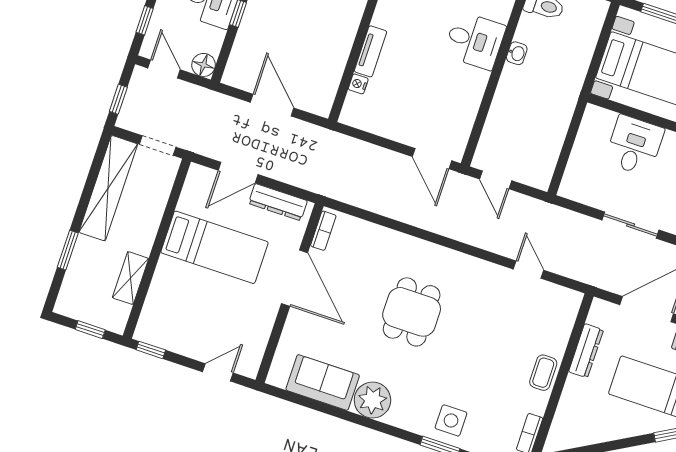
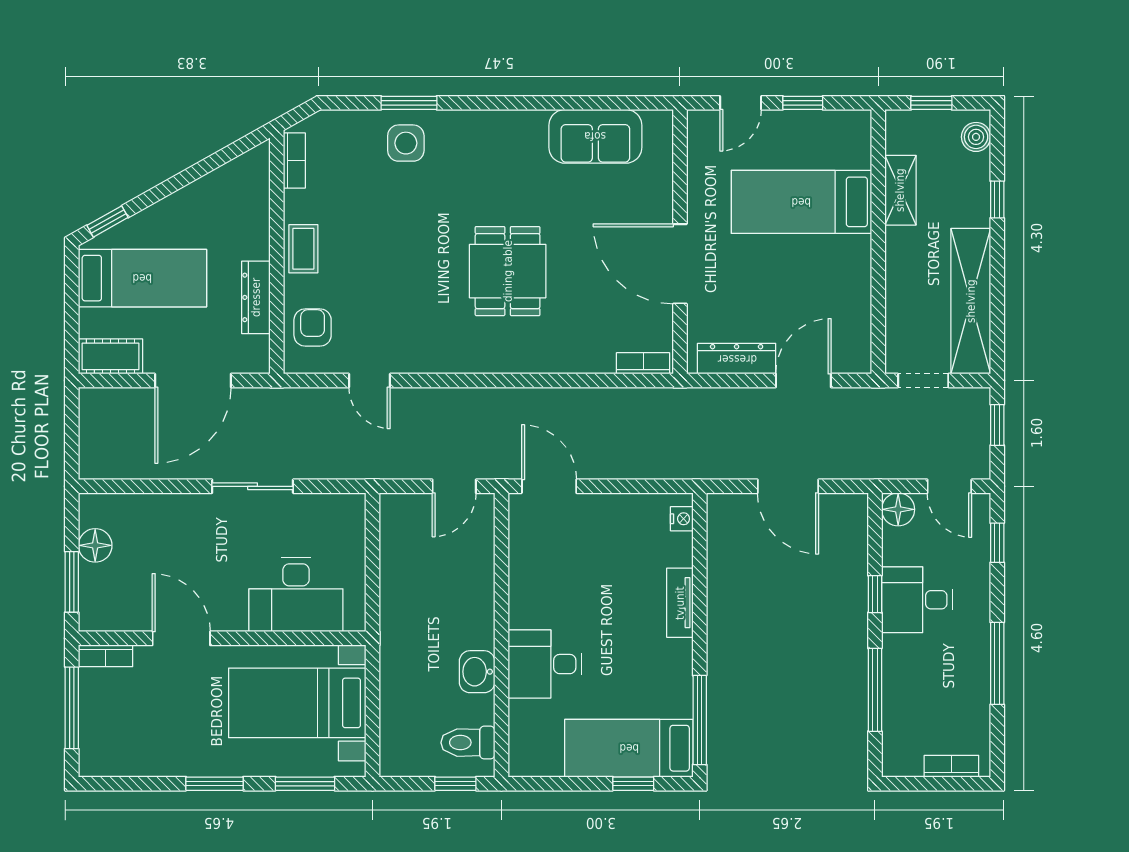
washbasin: (517, 53) -> (477, 672), width x1.38, depth x1.45
nightstand: (358, 84) -> (682, 519), moved
desk: (634, 146) -> (296, 595), width x1.37
door: (496, 180) -> (454, 486), swing flipped
bookcase: (323, 231) -> (643, 363), moved, turned 90
bed: (214, 247) -> (801, 202), moved
window: (68, 250) -> (997, 200), width x0.67
boiler: (68, 297) -> (976, 137), added
armchair: (555, 318) -> (313, 328), added
window: (151, 350) -> (803, 103), moved
plant: (372, 400) -> (521, 135), removed

